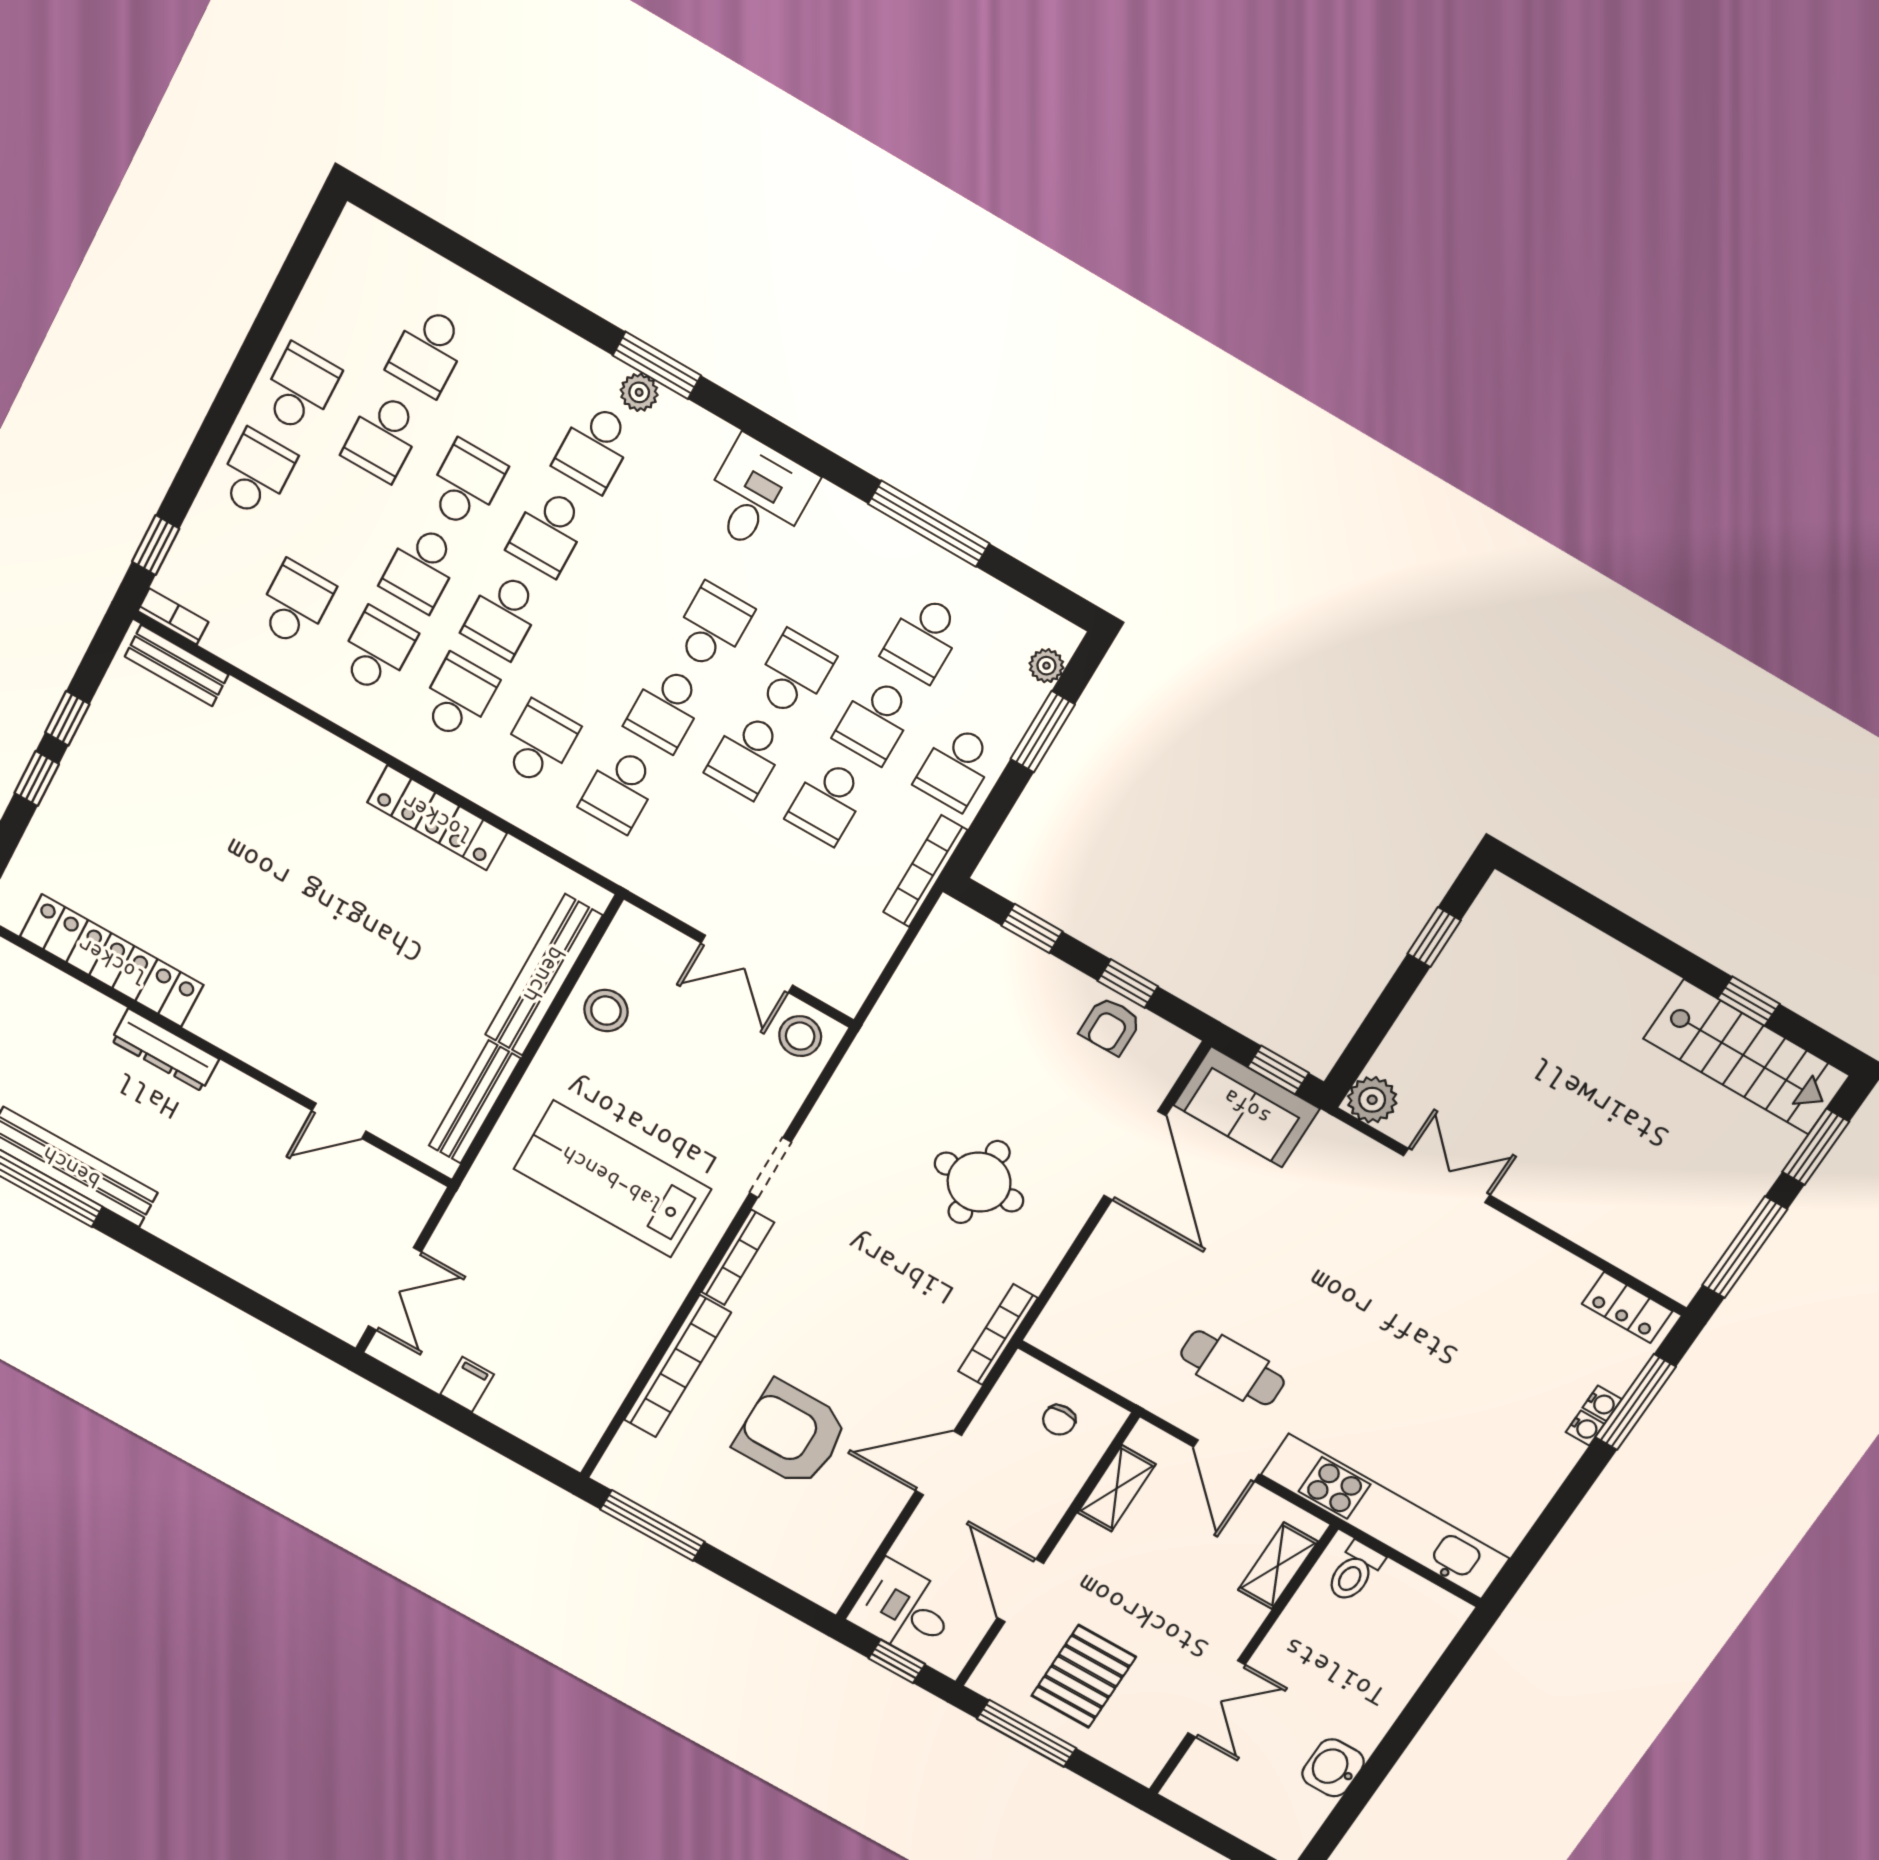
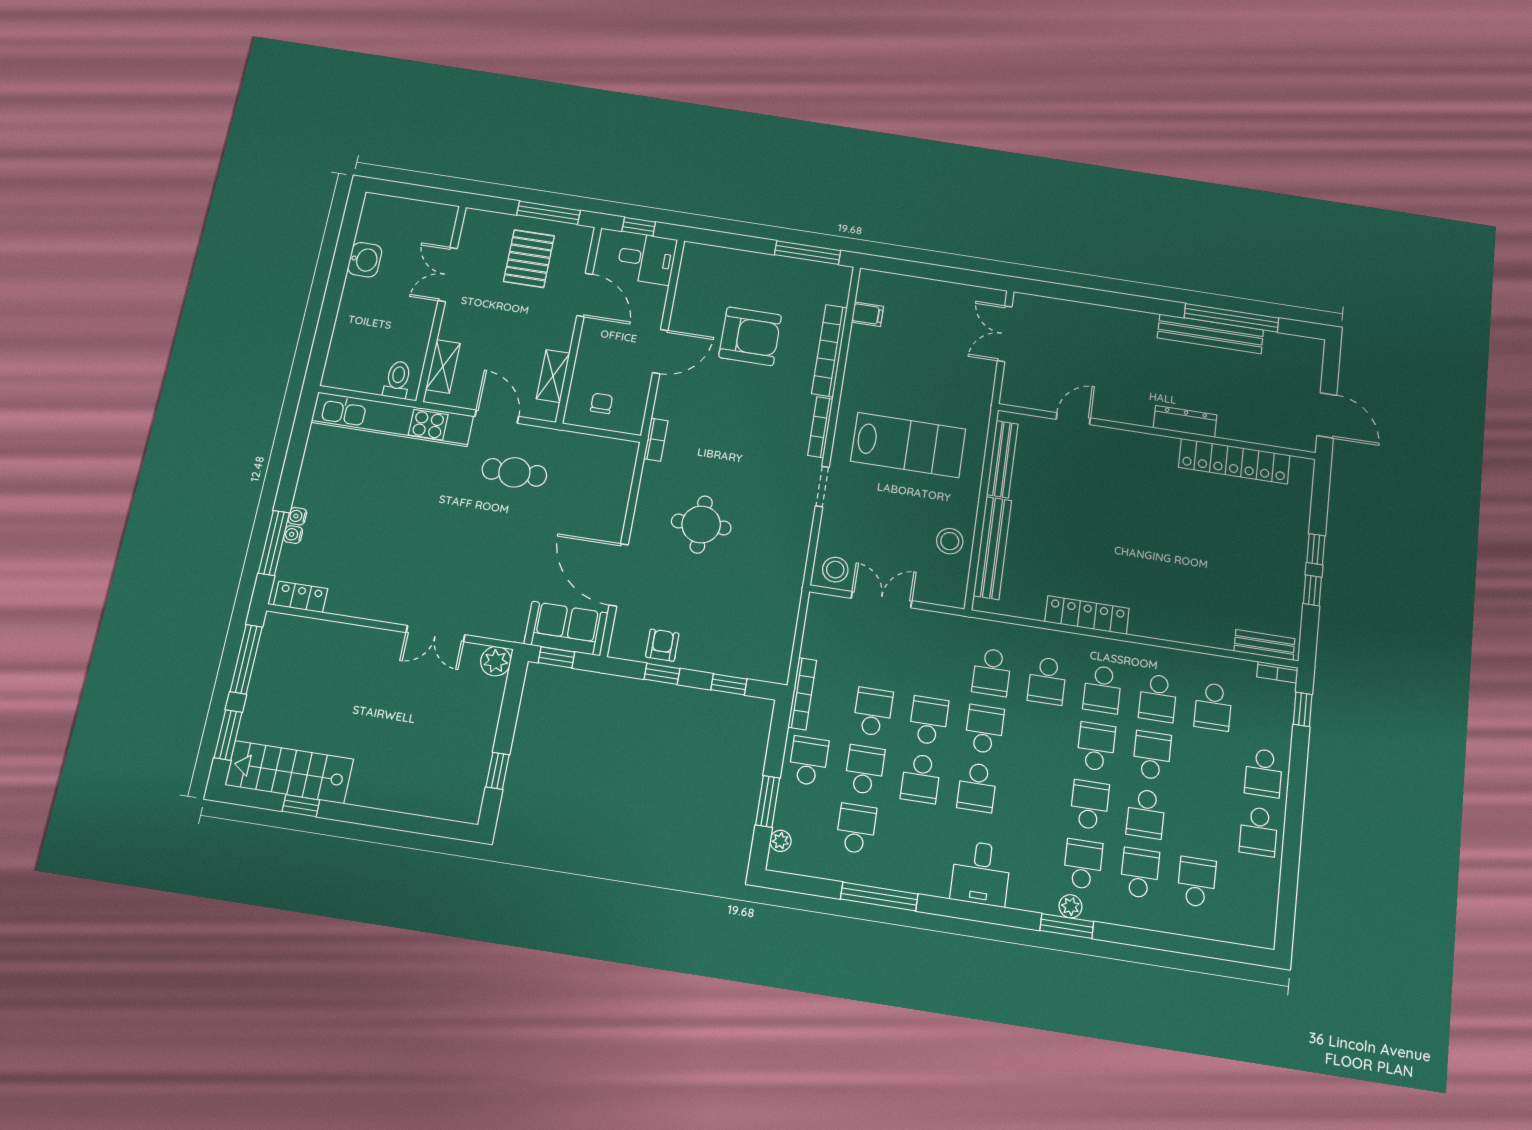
school desk: (383, 437) -> (1140, 873), moved
school desk: (620, 790) -> (992, 672), turned 180
bookcase: (998, 1335) -> (656, 440), width x0.64
filing cabinet: (467, 1384) -> (867, 314), moved, turned -90

